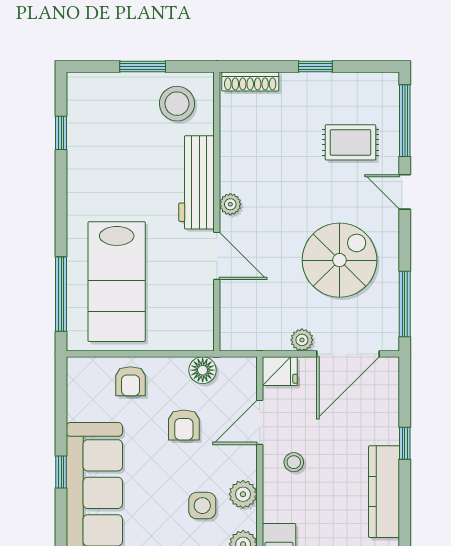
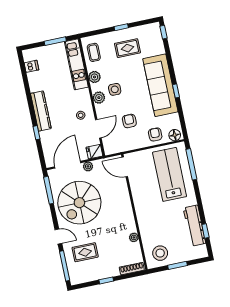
workbench: (197, 182) -> (194, 226), moved, turned 180
plant: (230, 204) -> (134, 237), moved
door: (217, 256) -> (125, 167), moved
spiral stairs: (340, 260) -> (79, 203), width x1.37, depth x1.37
floor lamp: (203, 370) -> (175, 135), moved

